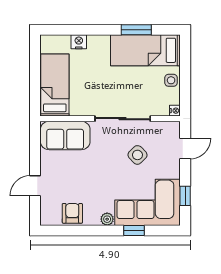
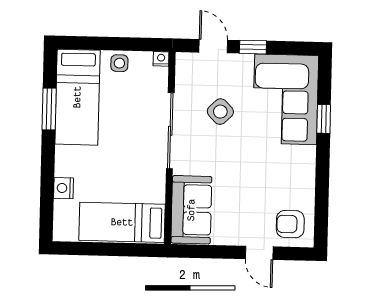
window: (185, 196) -> (253, 47), moved
armchair: (72, 213) -> (290, 224), moved
plant: (107, 219) -> (307, 155), removed

